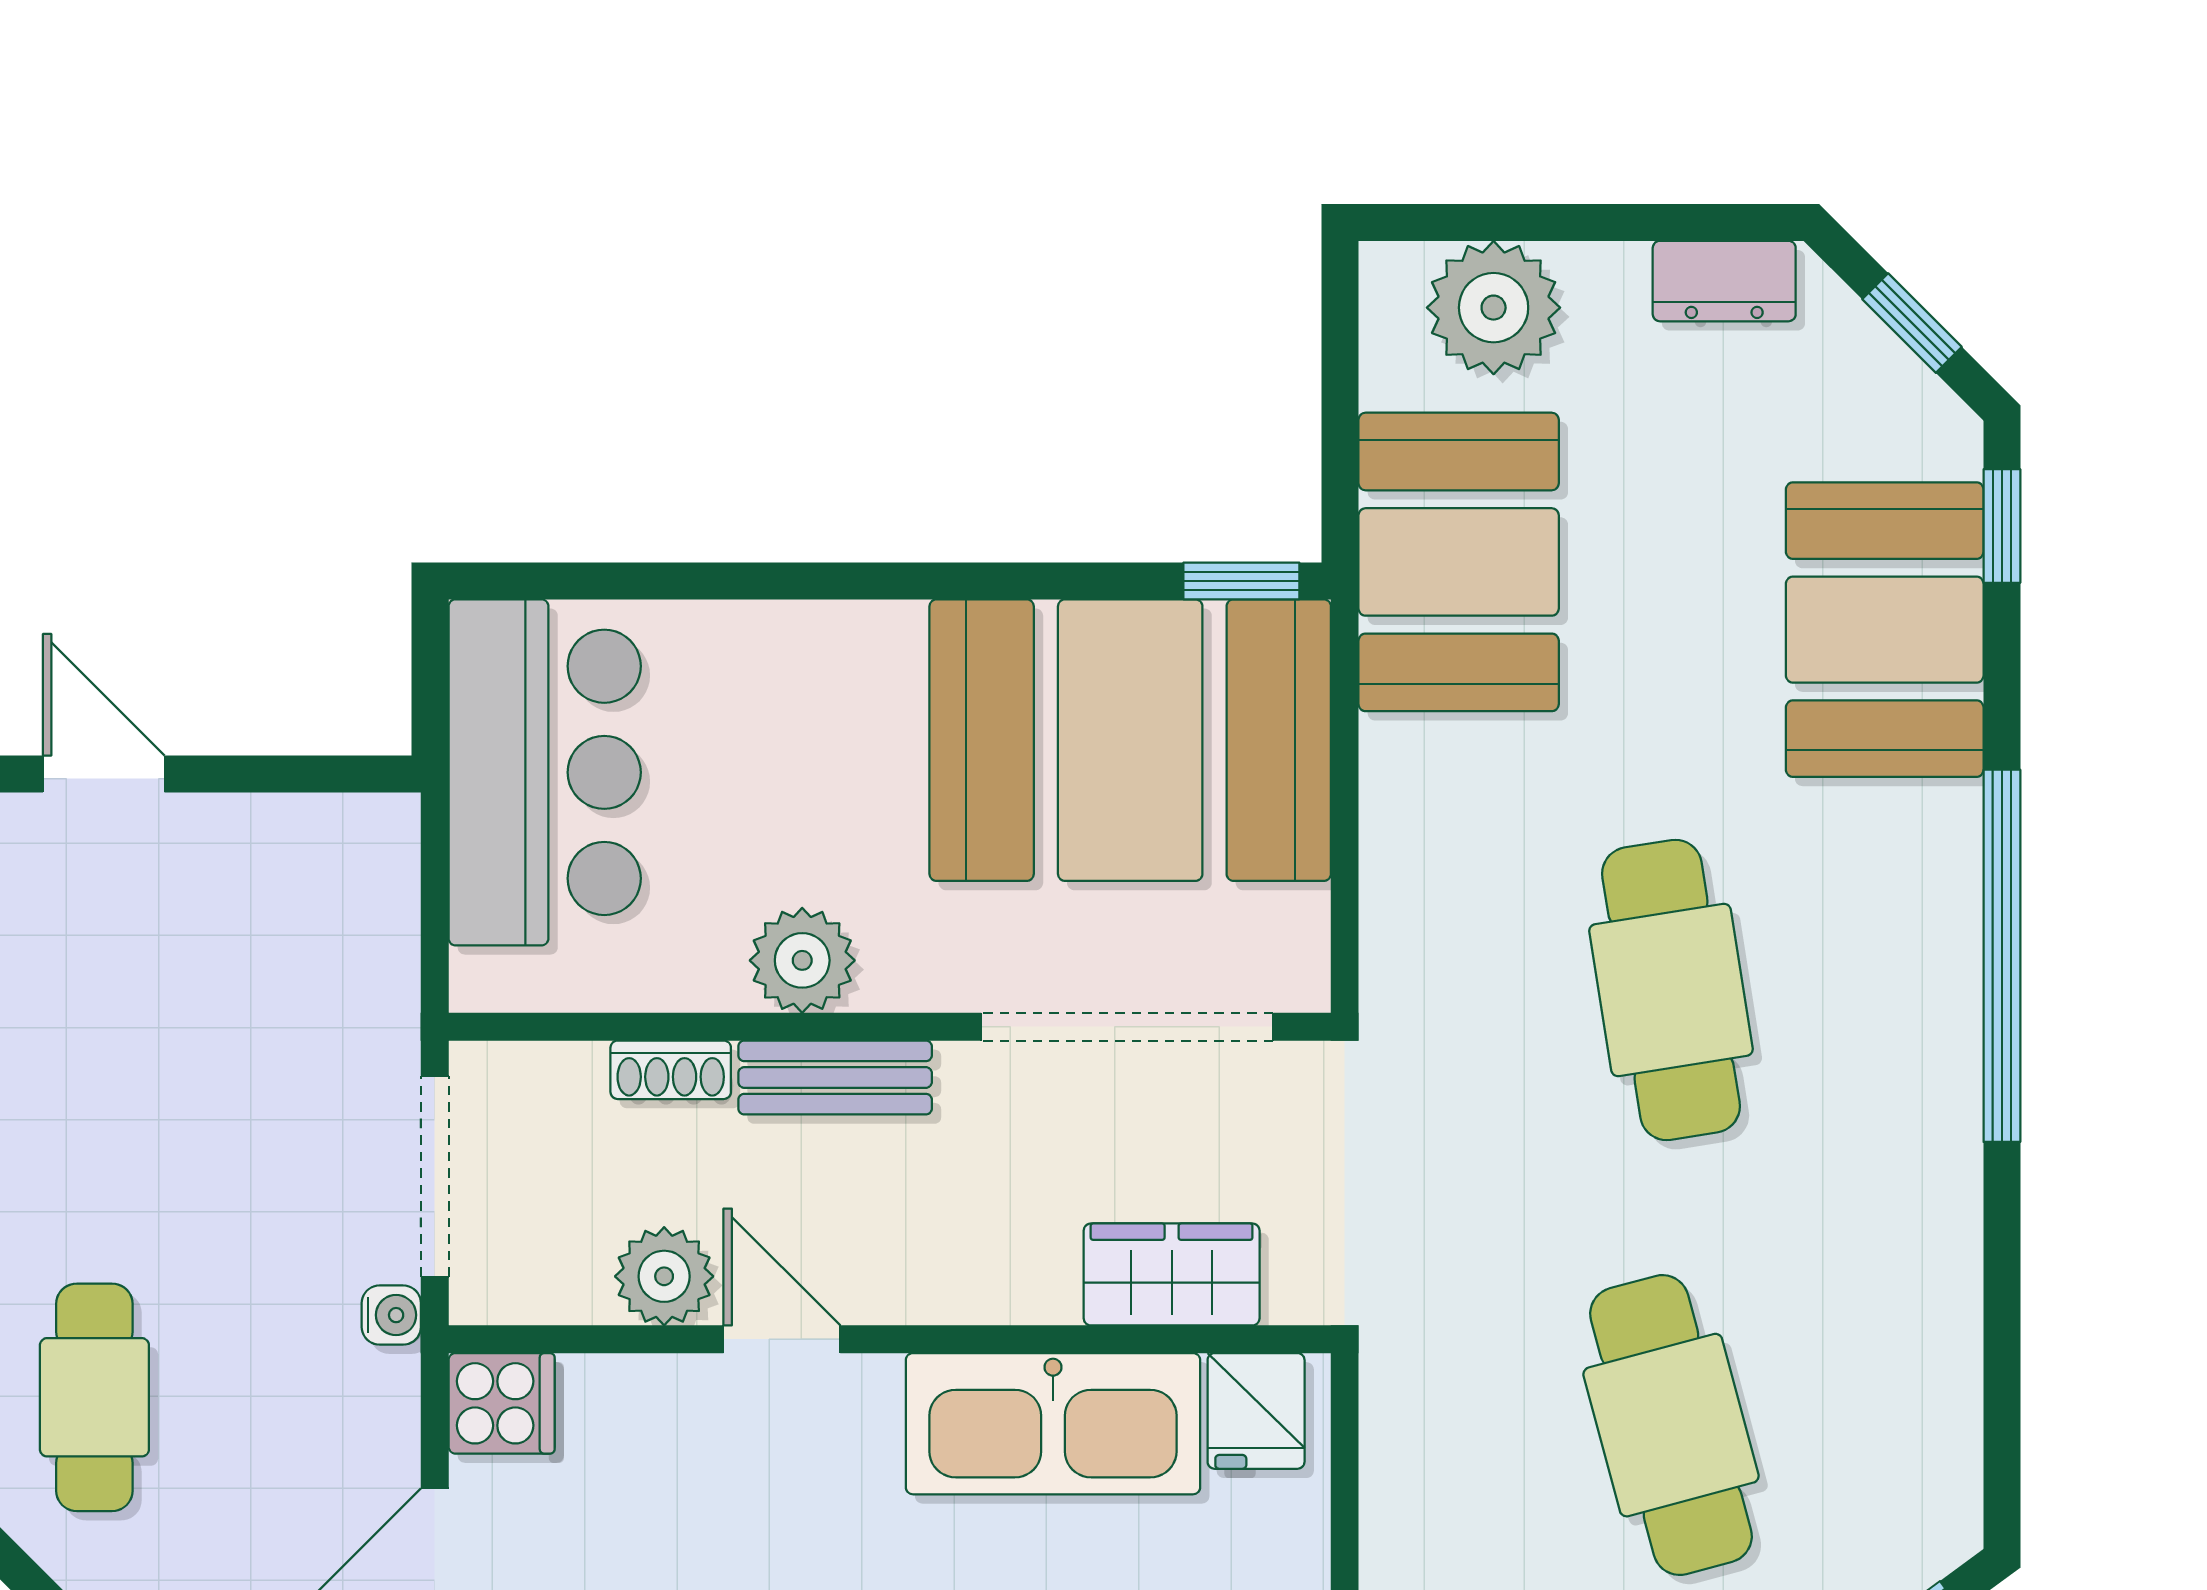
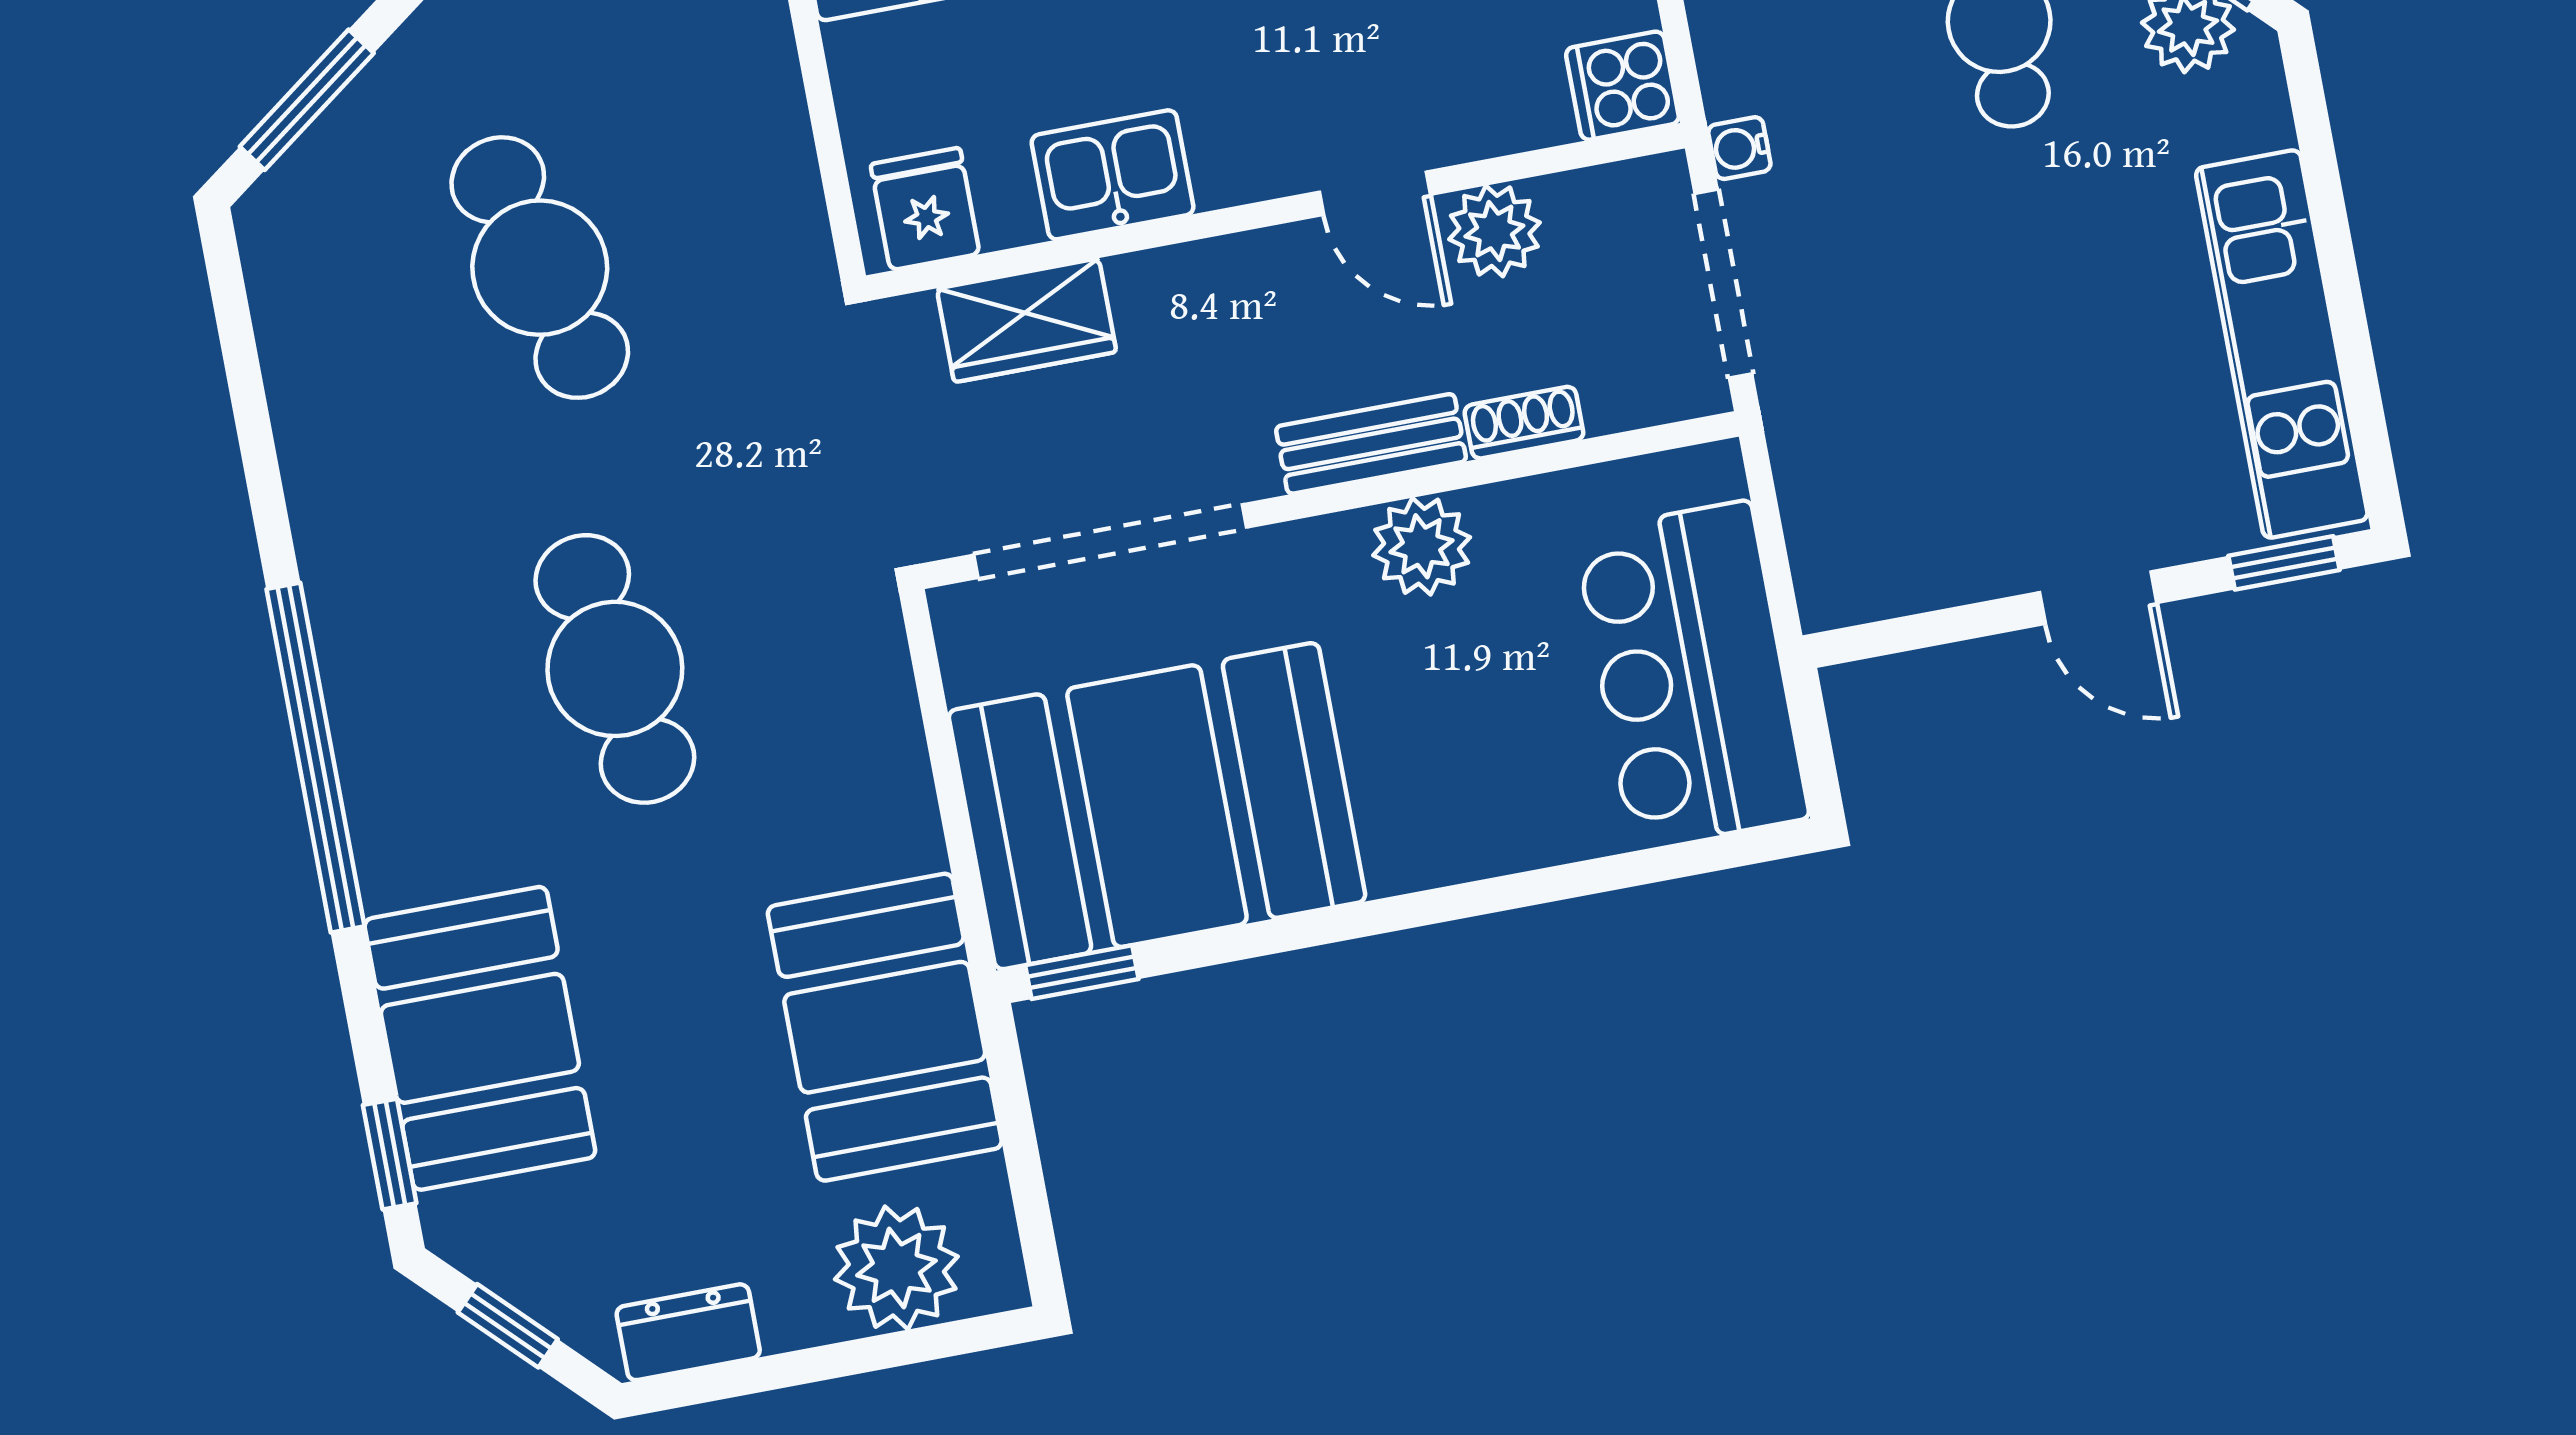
kitchen sink: (1053, 1424) -> (1113, 175), width x0.53, depth x0.81

